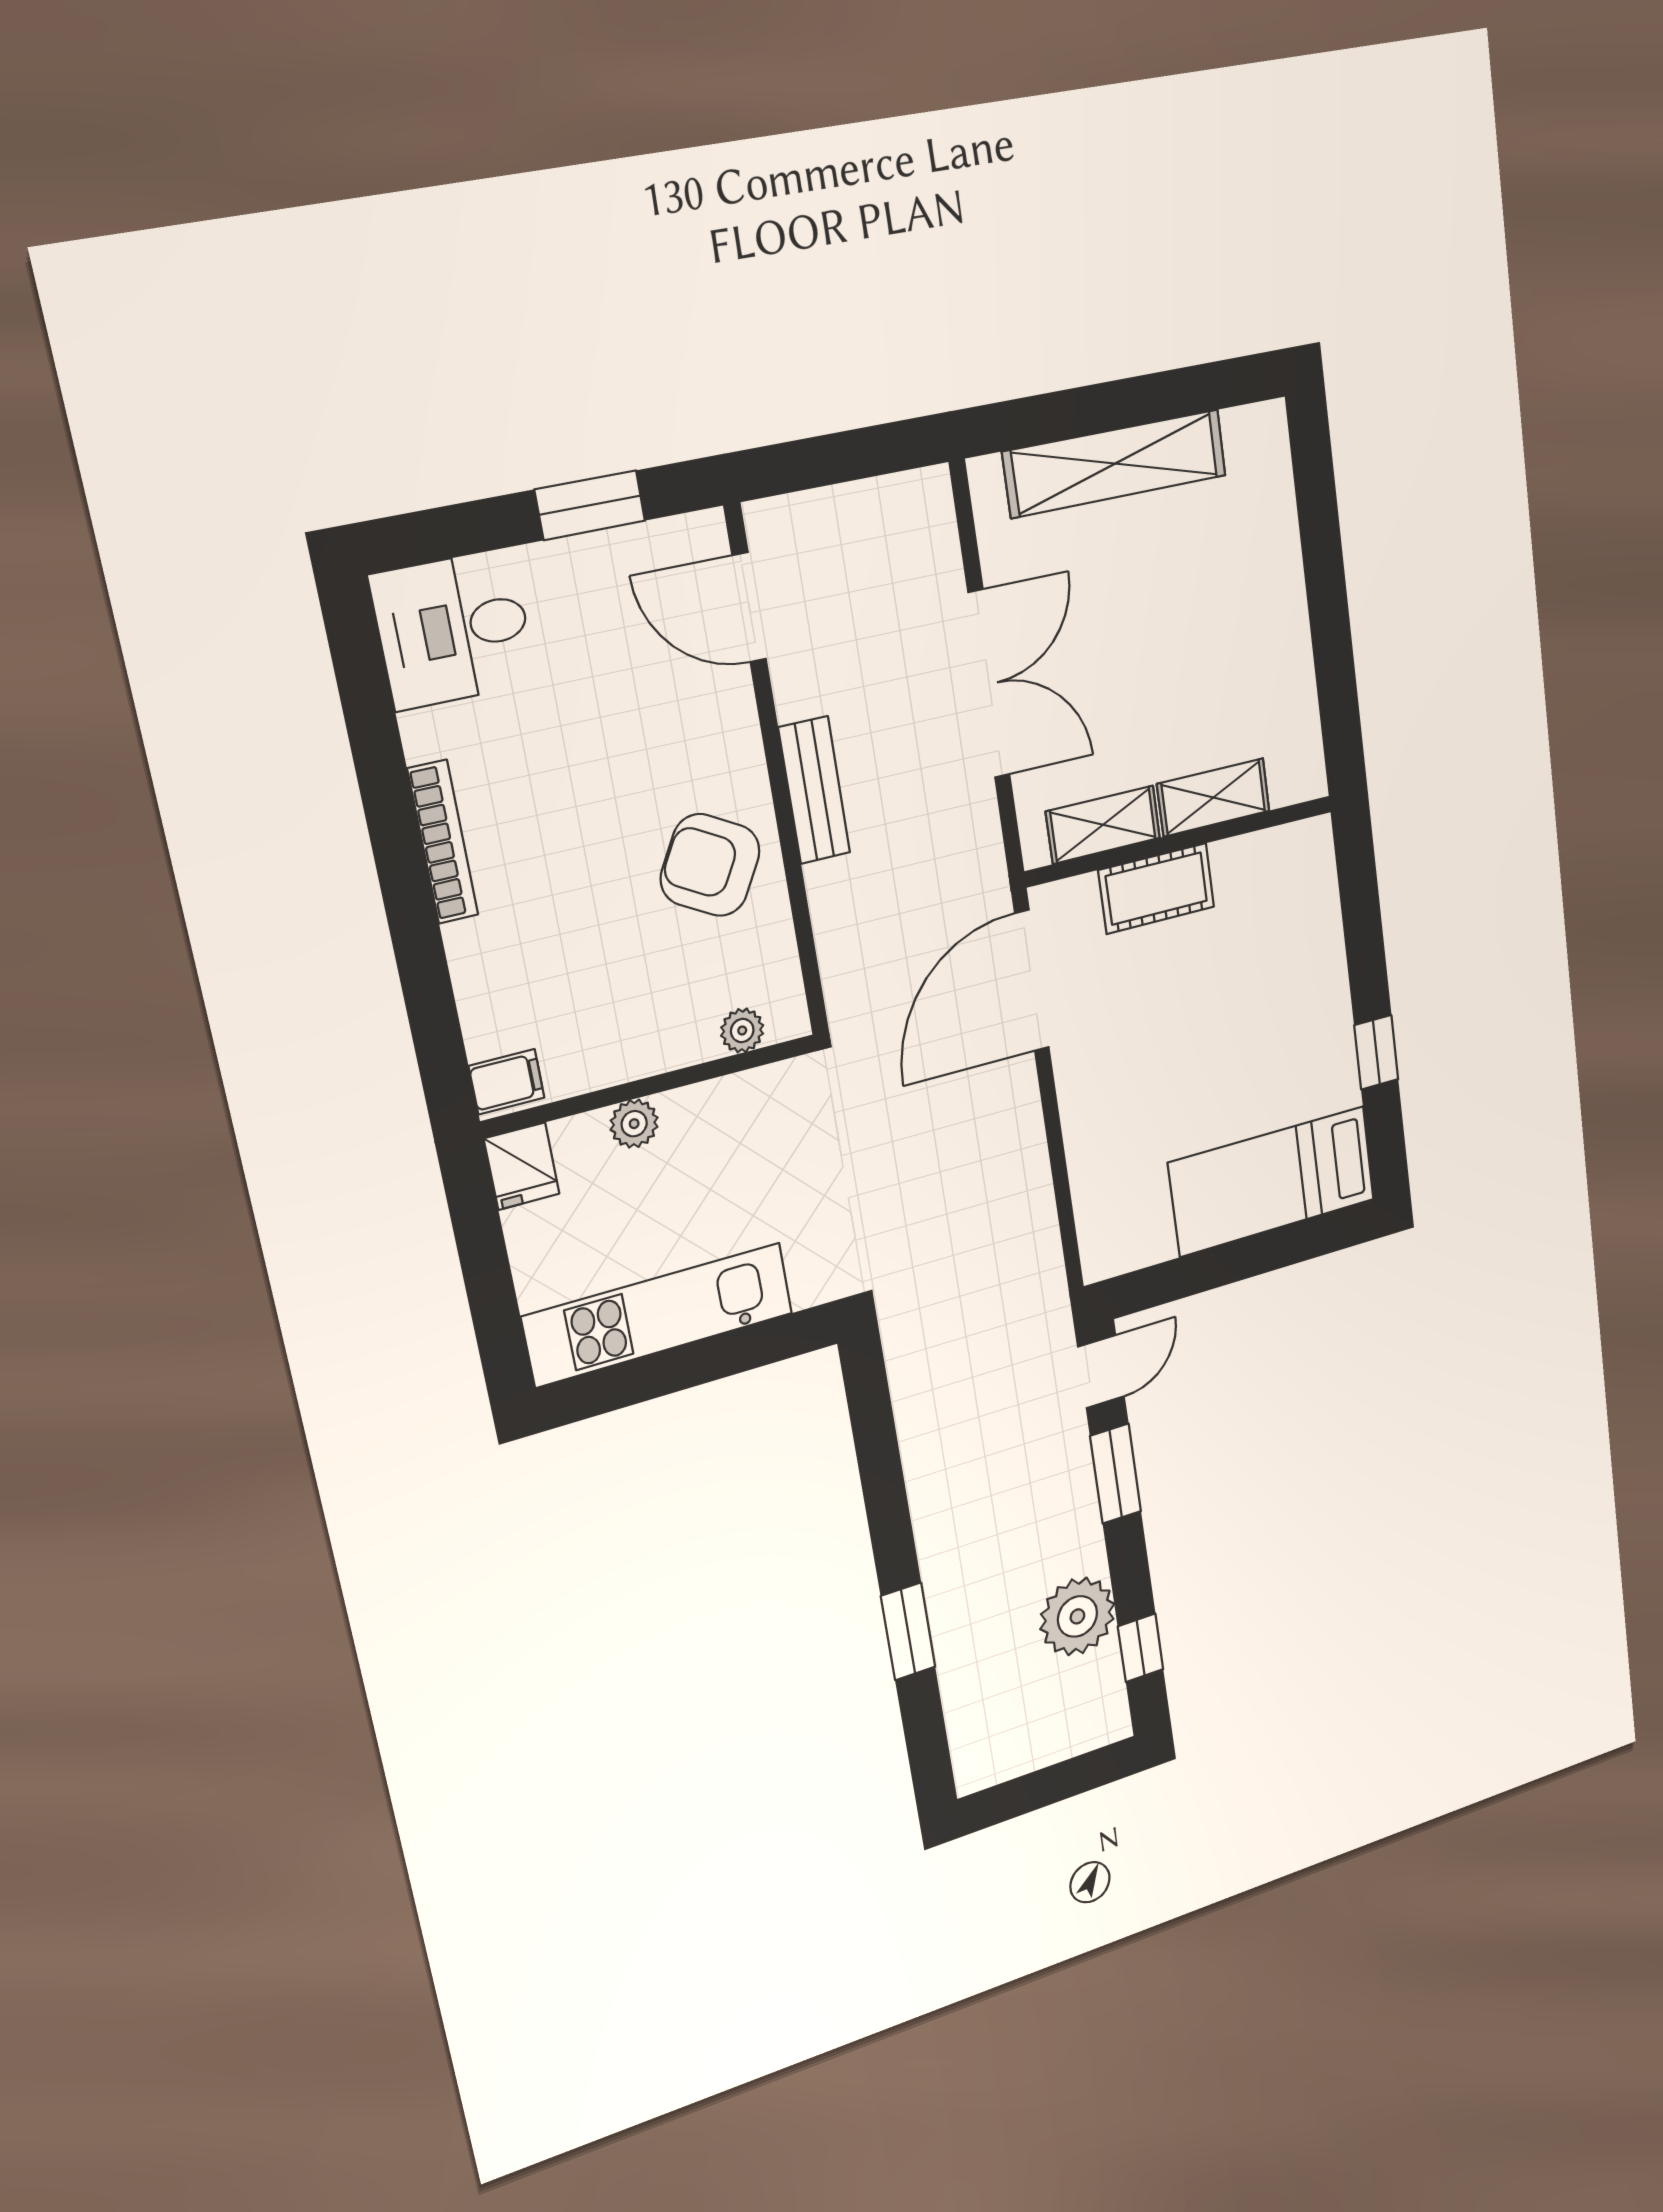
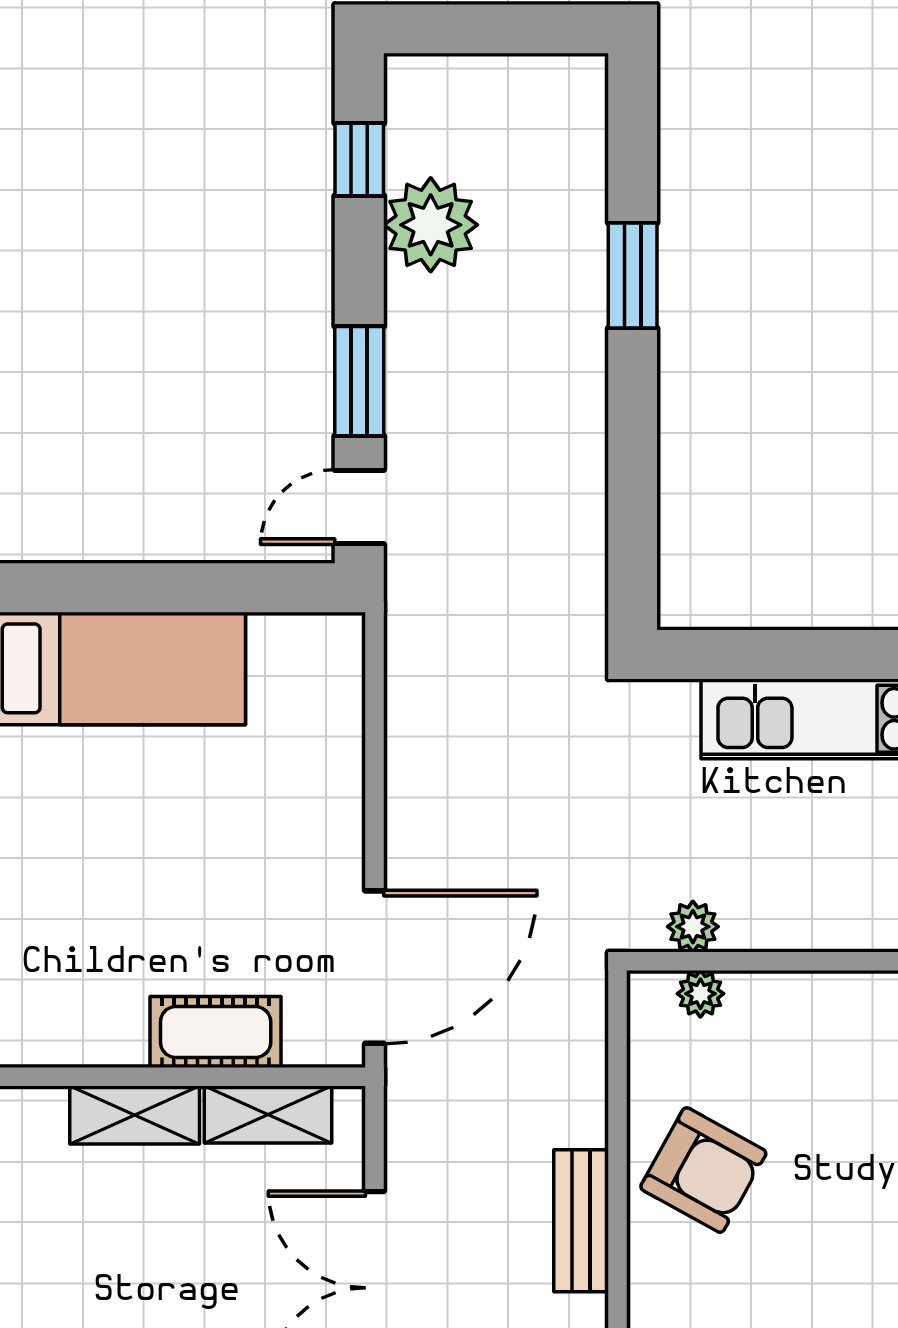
plant: (634, 1124) -> (693, 927), moved

